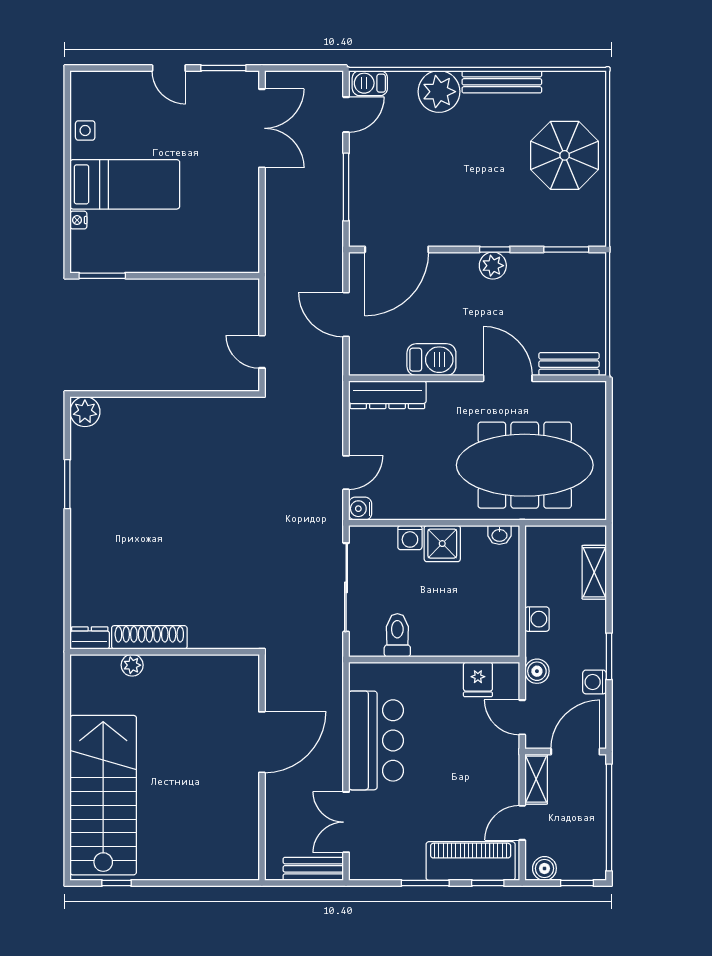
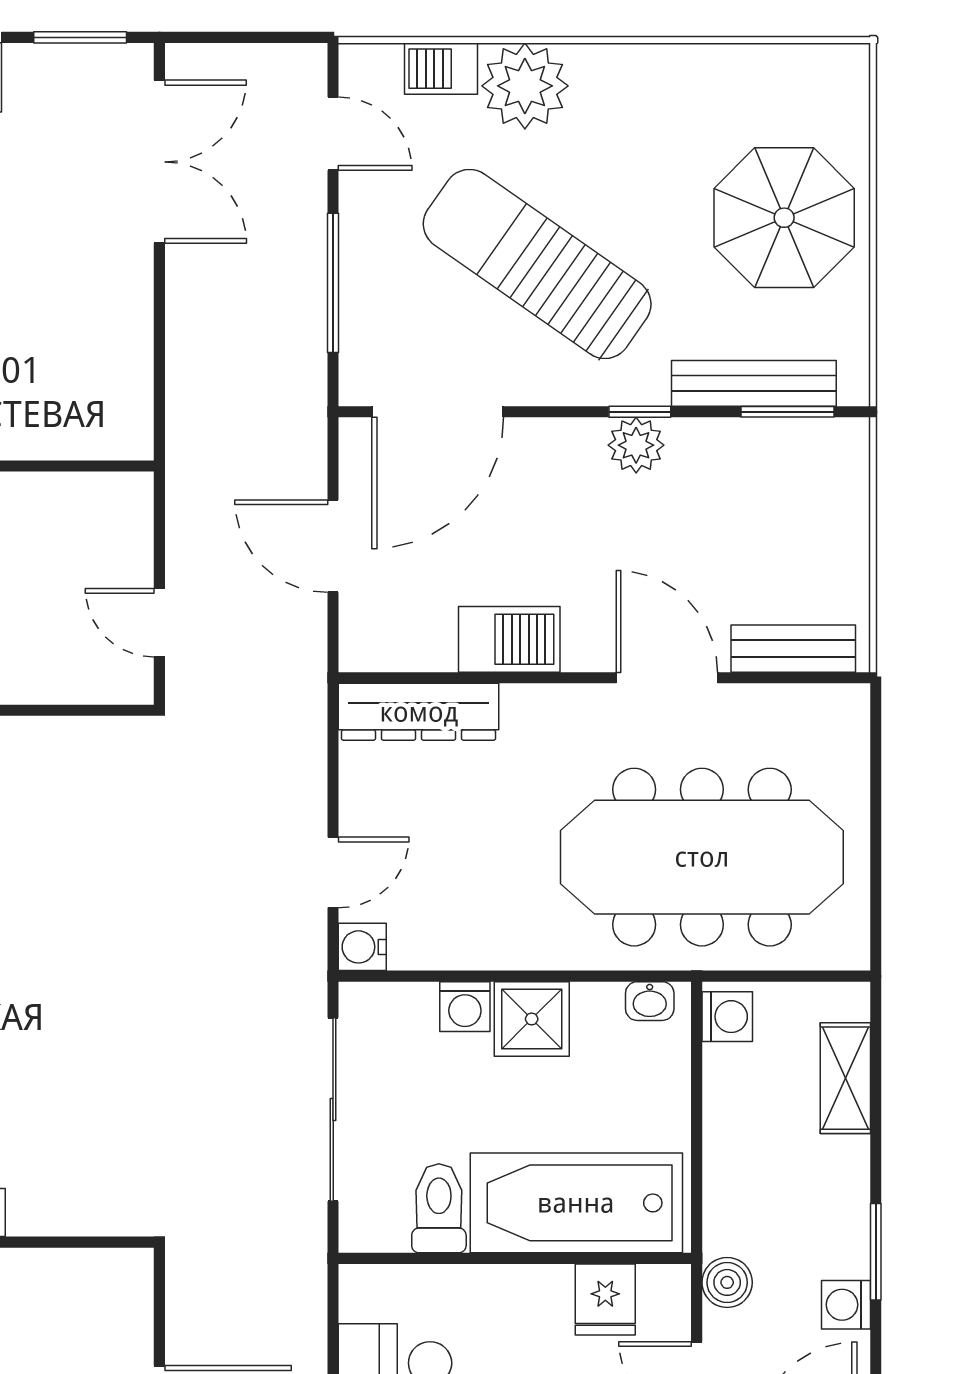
bench: (502, 82) -> (754, 383), moved
barbecue: (370, 83) -> (441, 69), moved
door: (346, 115) -> (333, 134), hinge flipped
sun lounger: (445, 178) -> (537, 264), added
washing machine: (537, 619) -> (727, 1017), moved
bathtub: (464, 633) -> (576, 1203), added

